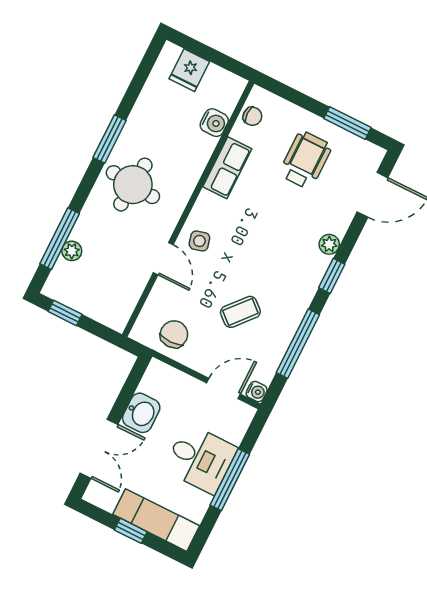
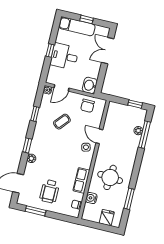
window: (110, 139) -> (129, 199), moved
round table: (133, 185) -> (110, 177), moved
window: (298, 344) -> (35, 114), width x0.46
washbasin: (141, 413) -> (90, 85), moved
window: (230, 480) -> (50, 50), width x0.46

